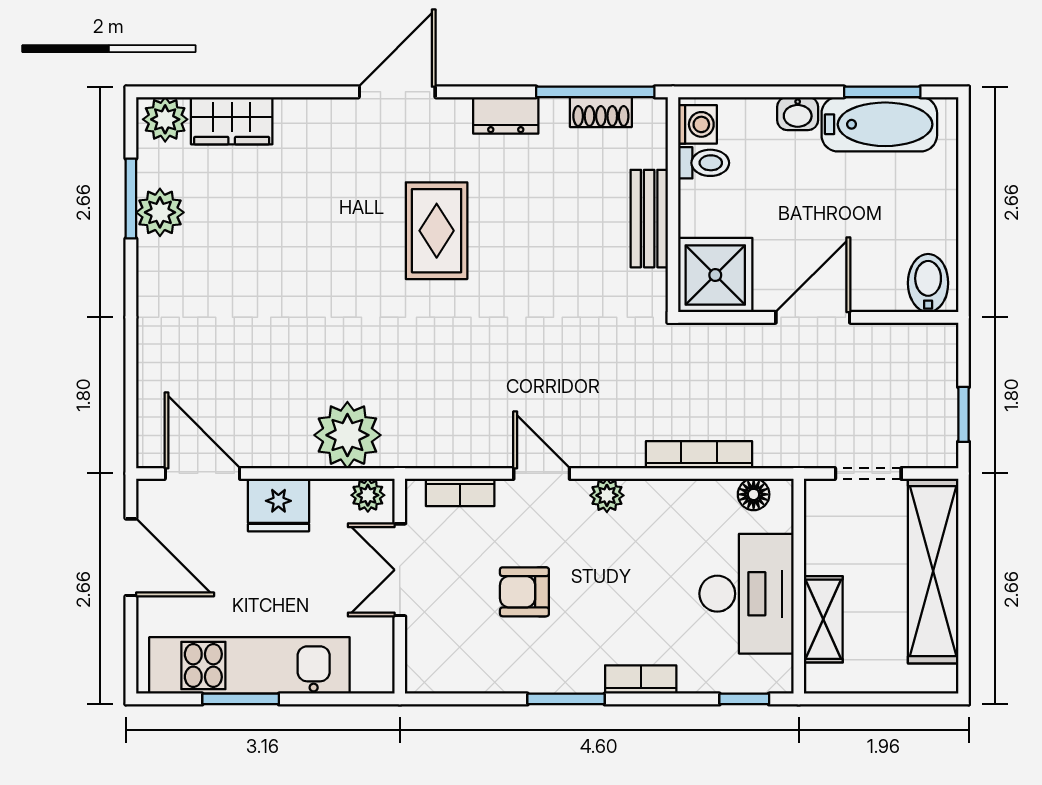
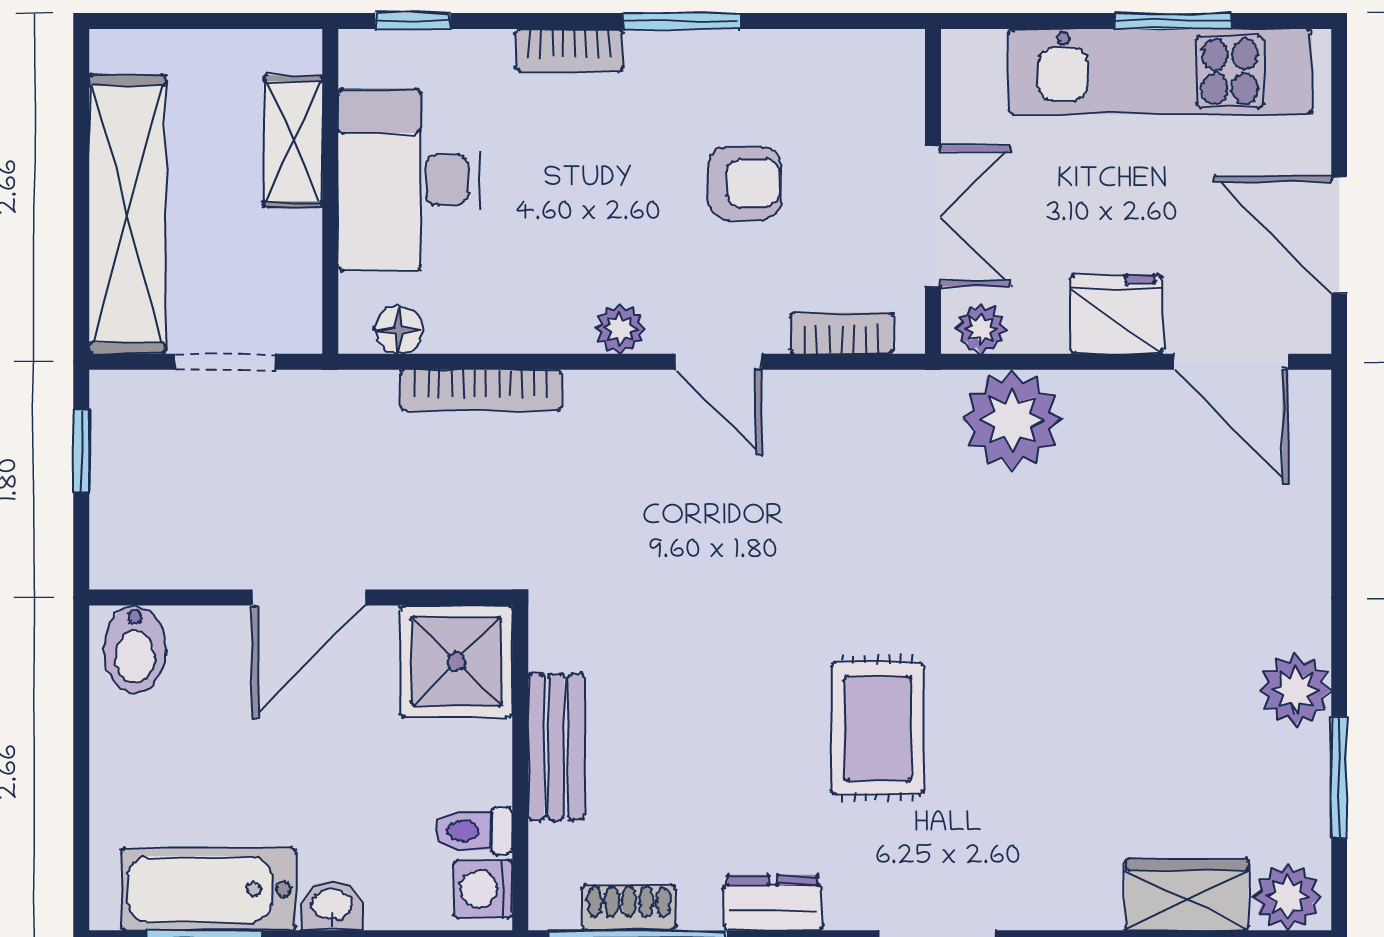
plant: (160, 212) -> (1295, 690), moved

